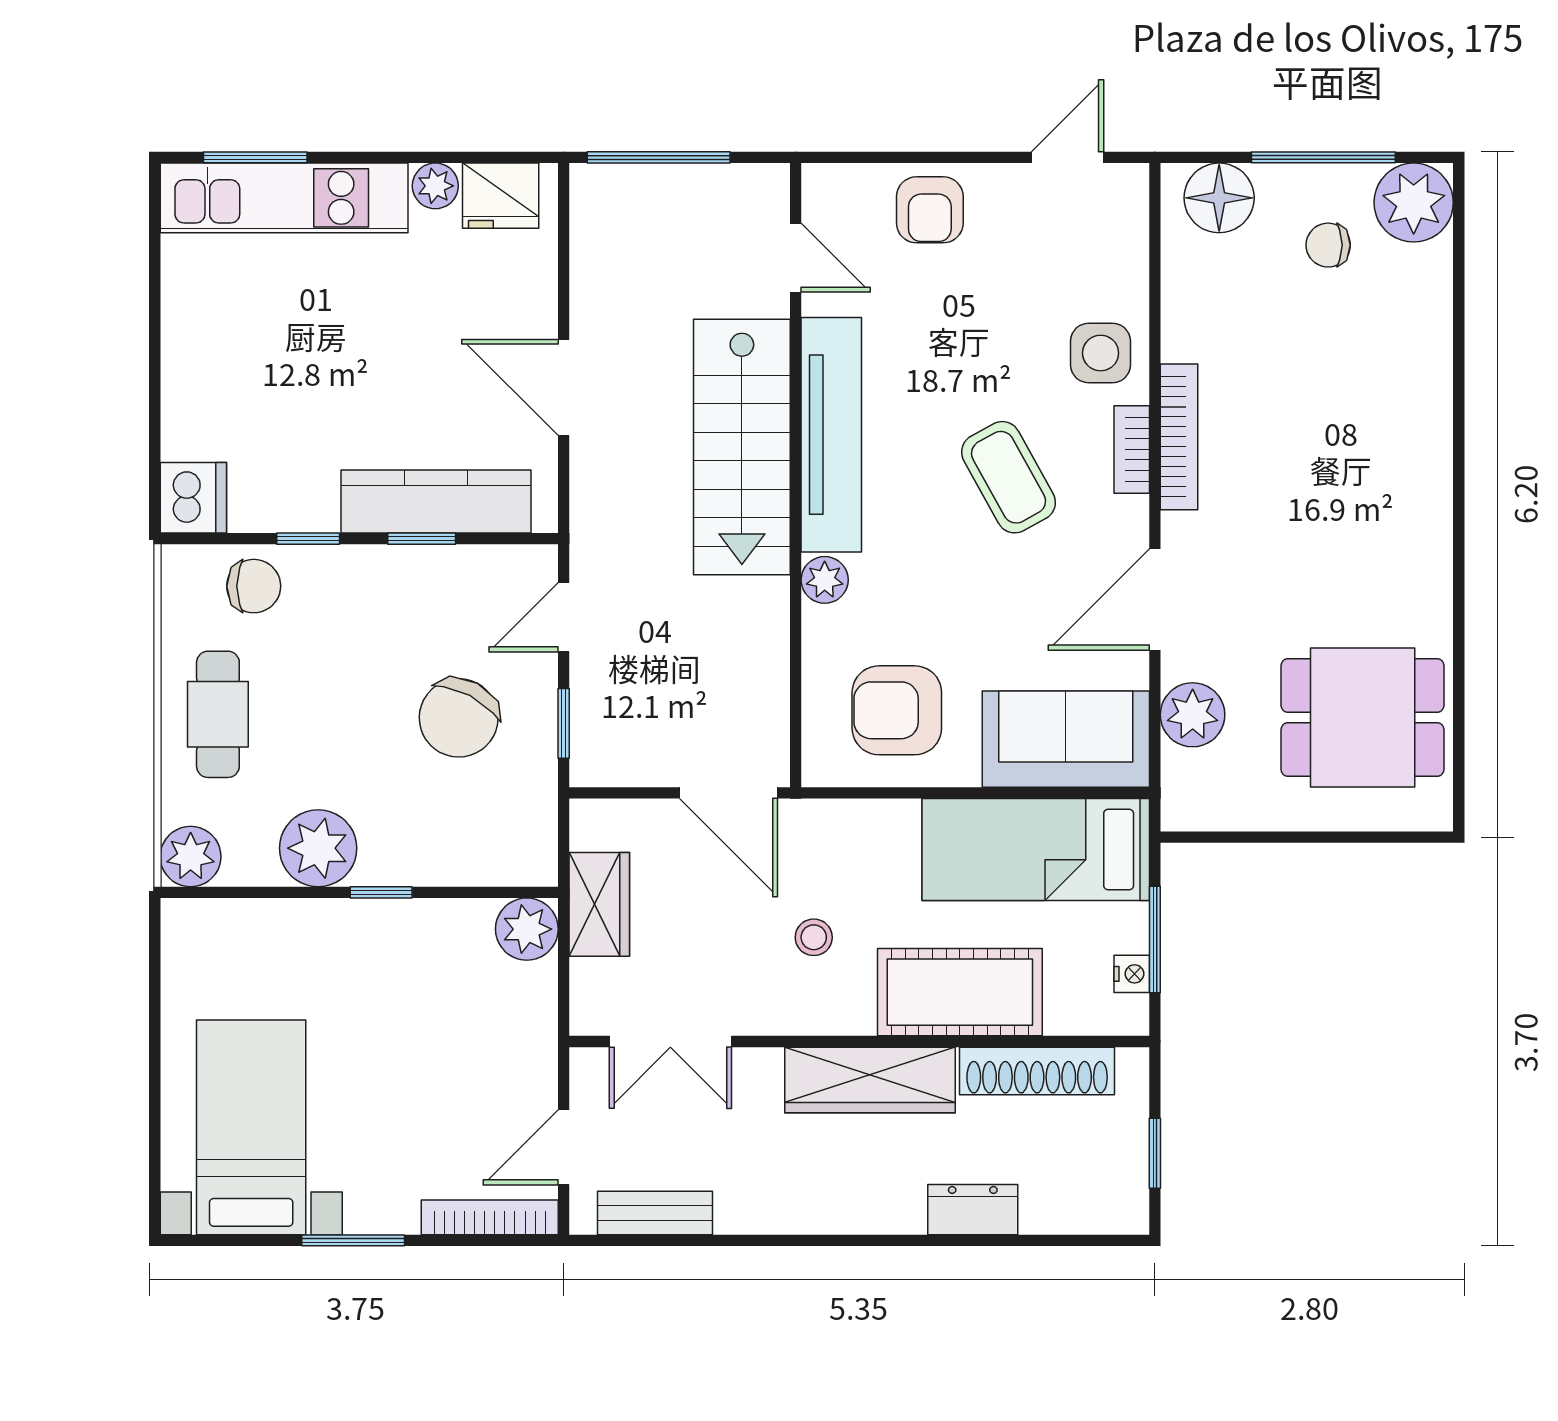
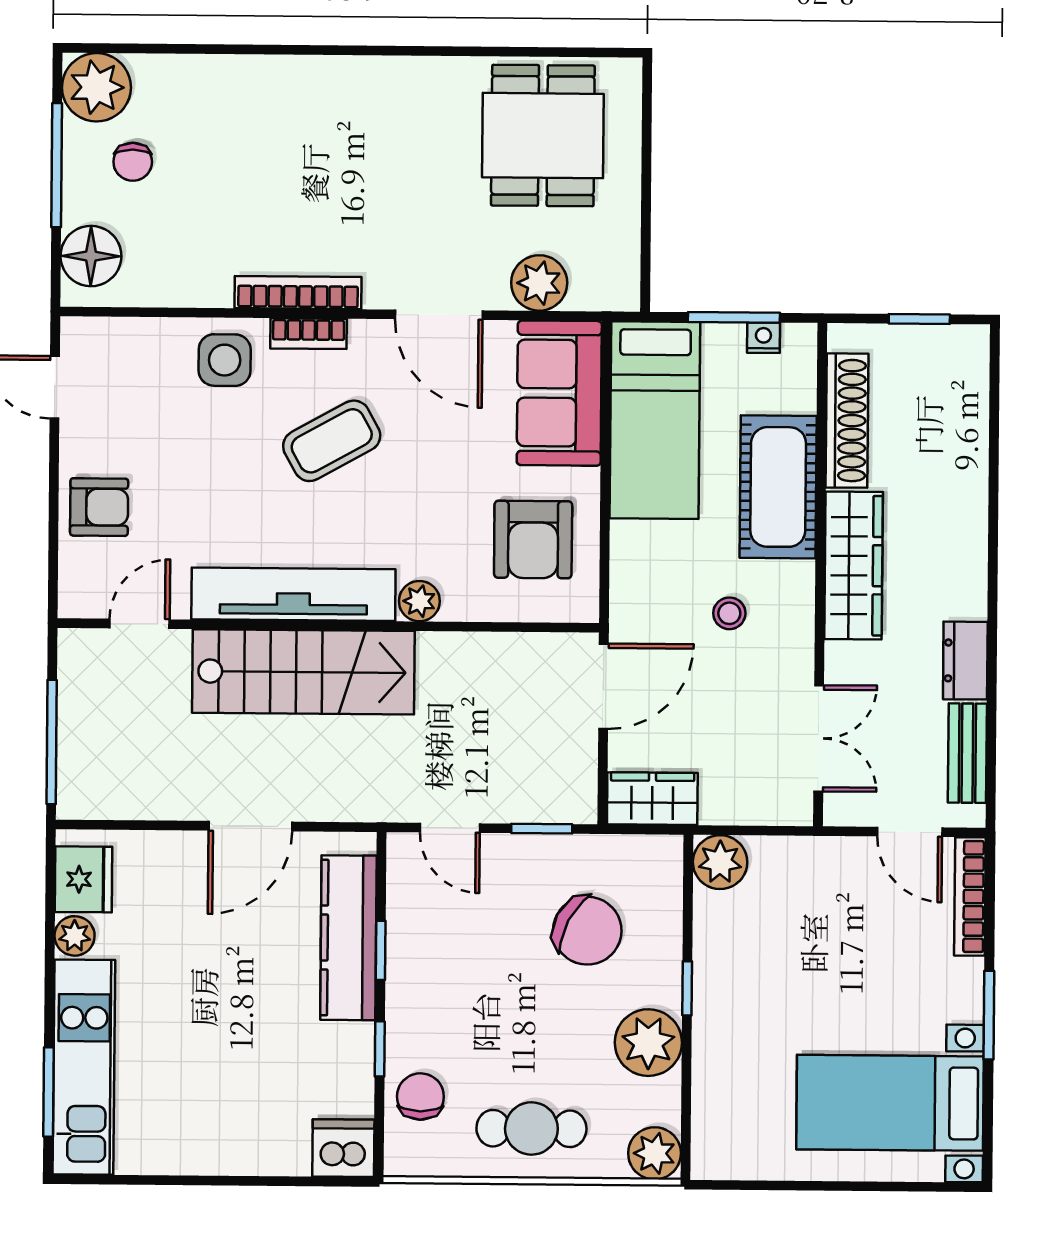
chair: (459, 718) -> (587, 931), moved
wardrobe: (599, 904) -> (652, 799), moved
dresser: (973, 1210) -> (965, 661), moved

